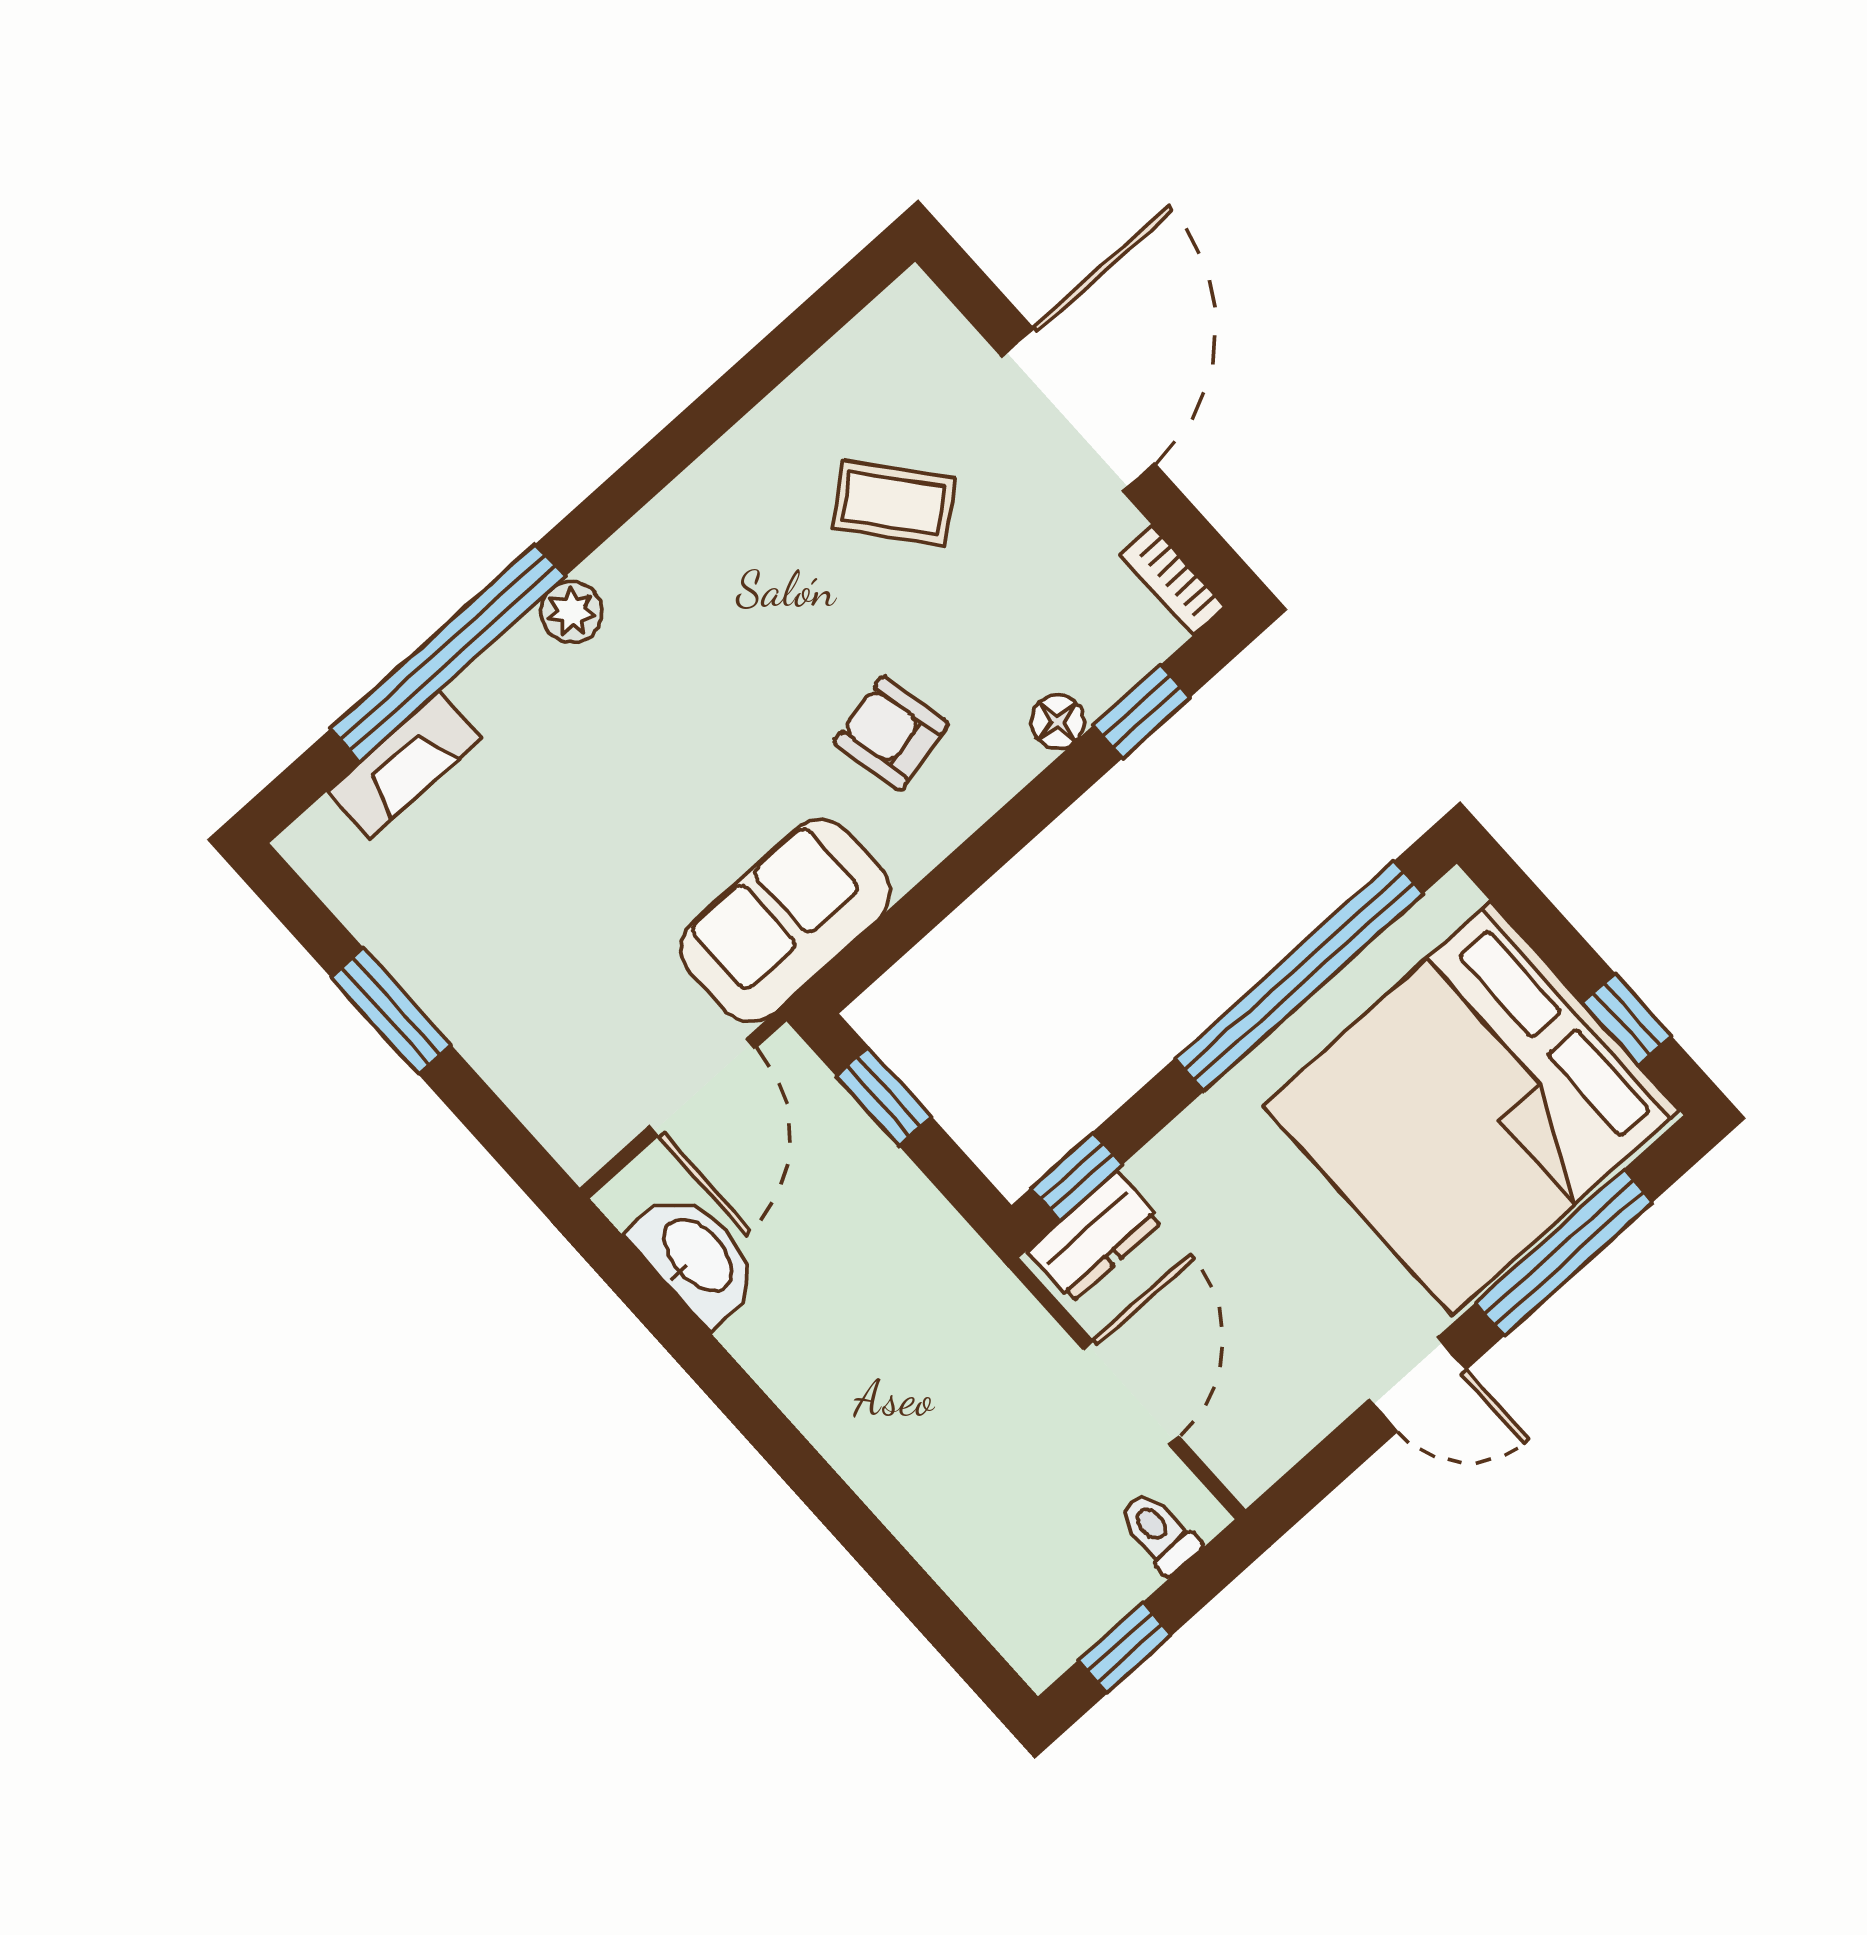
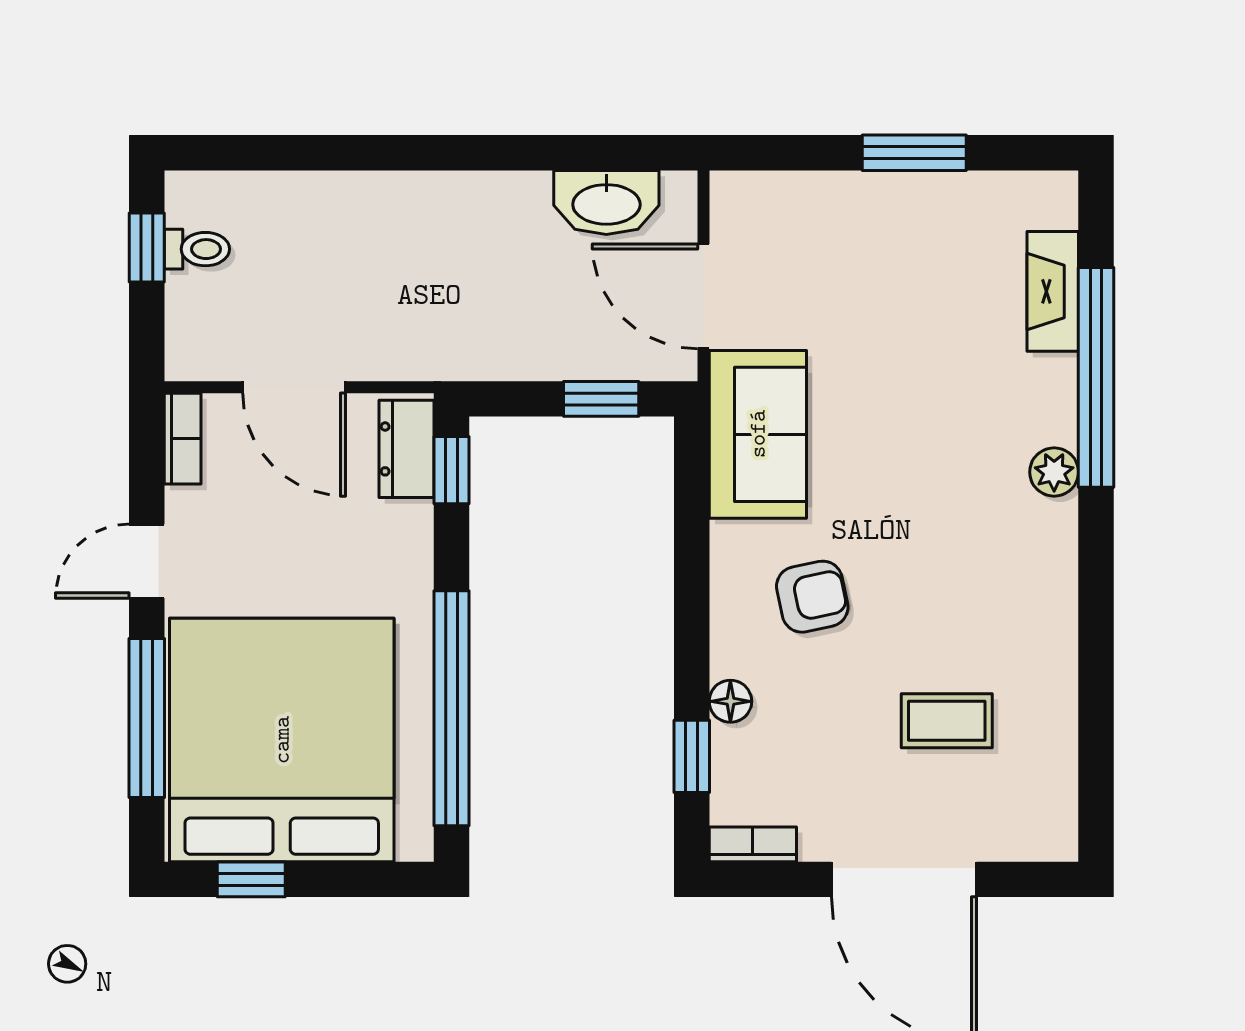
coffee table: (894, 503) -> (947, 721), turned 39
bookcase: (1273, 1454) -> (183, 439), added
toilet: (1159, 1532) -> (197, 249), moved

